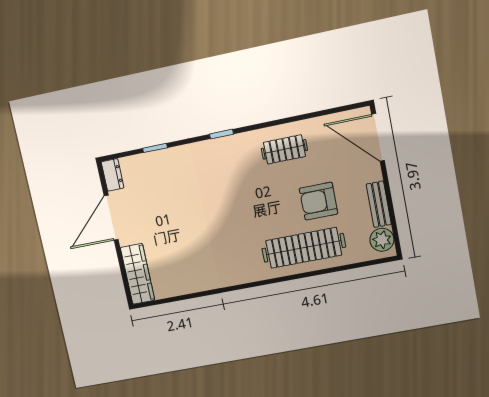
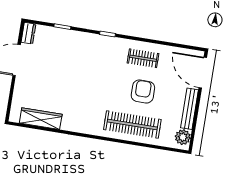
armchair: (319, 201) -> (143, 91), moved, turned 90
bench: (379, 204) -> (190, 109), width x1.36
wardrobe: (138, 274) -> (41, 119), moved, turned -90

